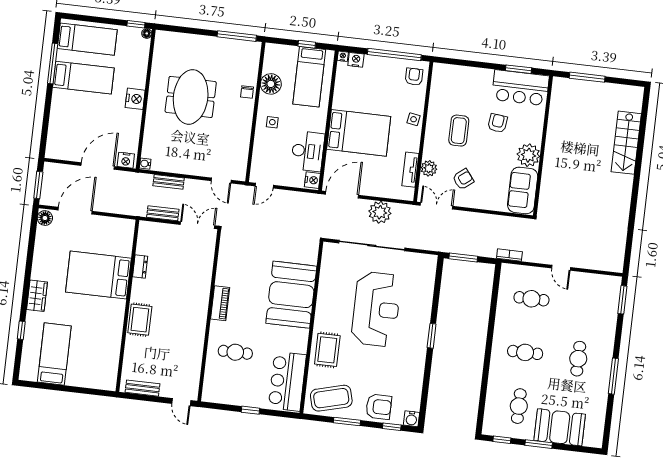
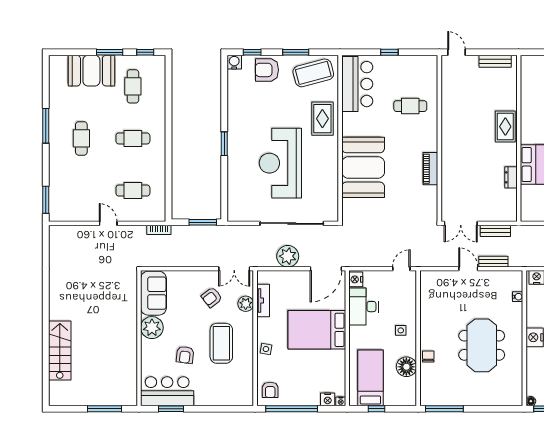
coffee table: (459, 131) -> (221, 343), width x1.36, depth x1.32
water cooler: (145, 164) -> (518, 297), moved
door: (221, 181) -> (468, 269), moved
piano: (220, 303) -> (430, 169), moved

